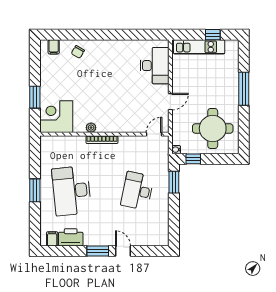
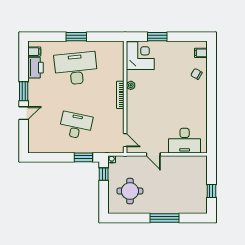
kitchen unit: (199, 47) -> (201, 179), removed
round table: (213, 129) -> (130, 191), width x0.73, depth x0.73

